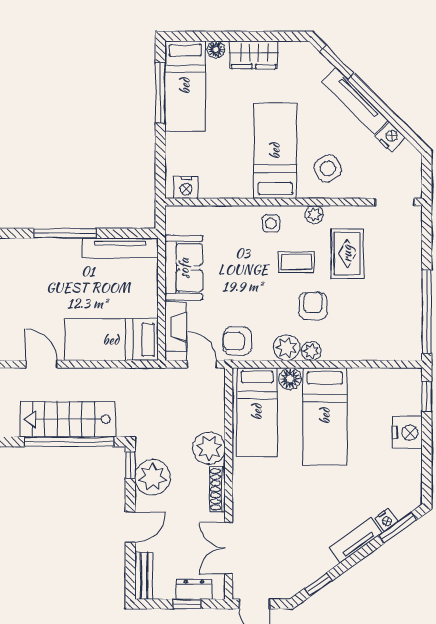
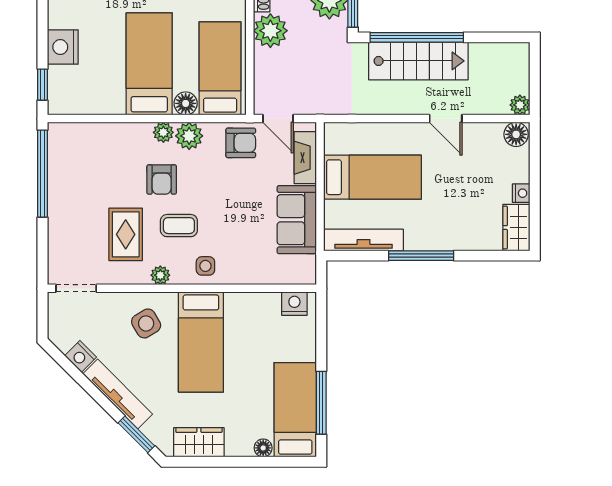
wardrobe: (254, 55) -> (199, 442), moved
bed: (111, 340) -> (373, 177), moved

